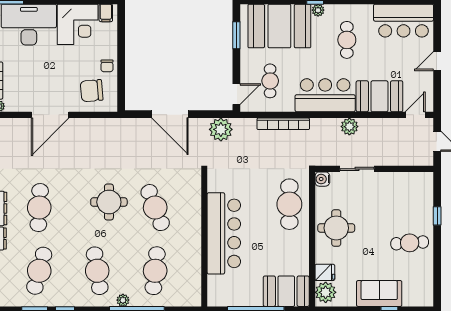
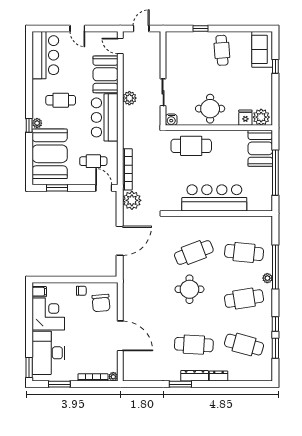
bookcase: (283, 124) -> (127, 169), moved
sofa: (379, 293) -> (262, 49), moved

